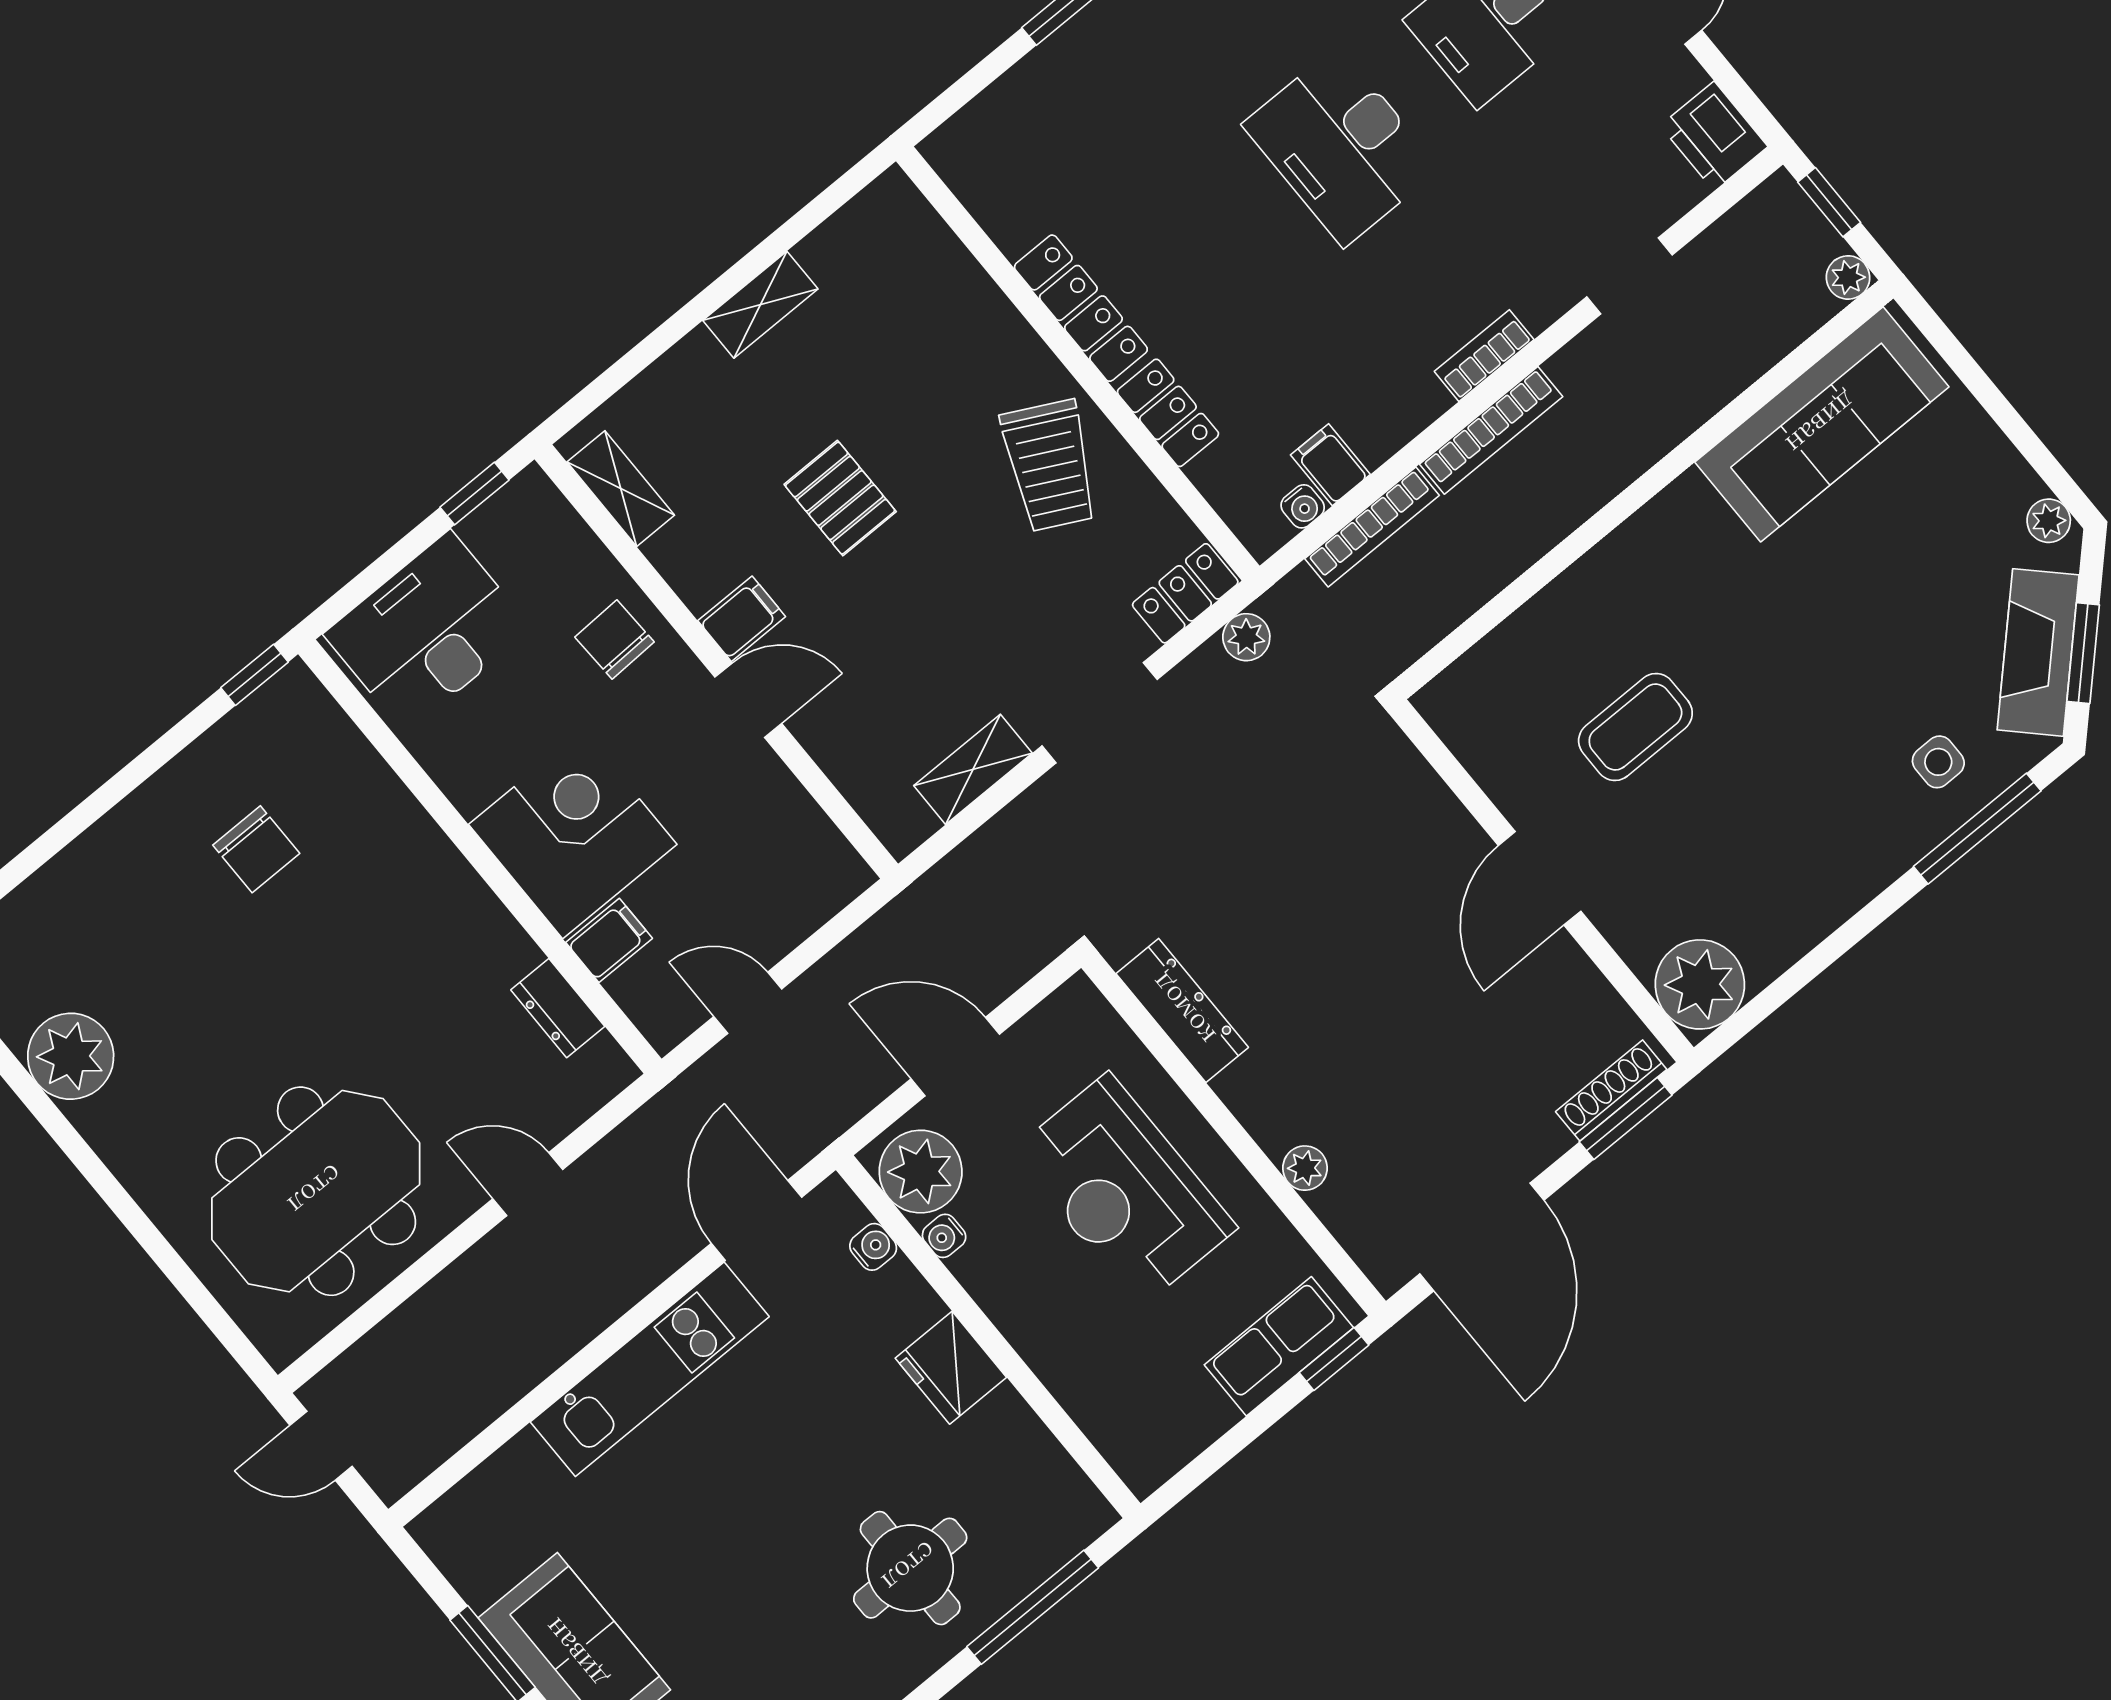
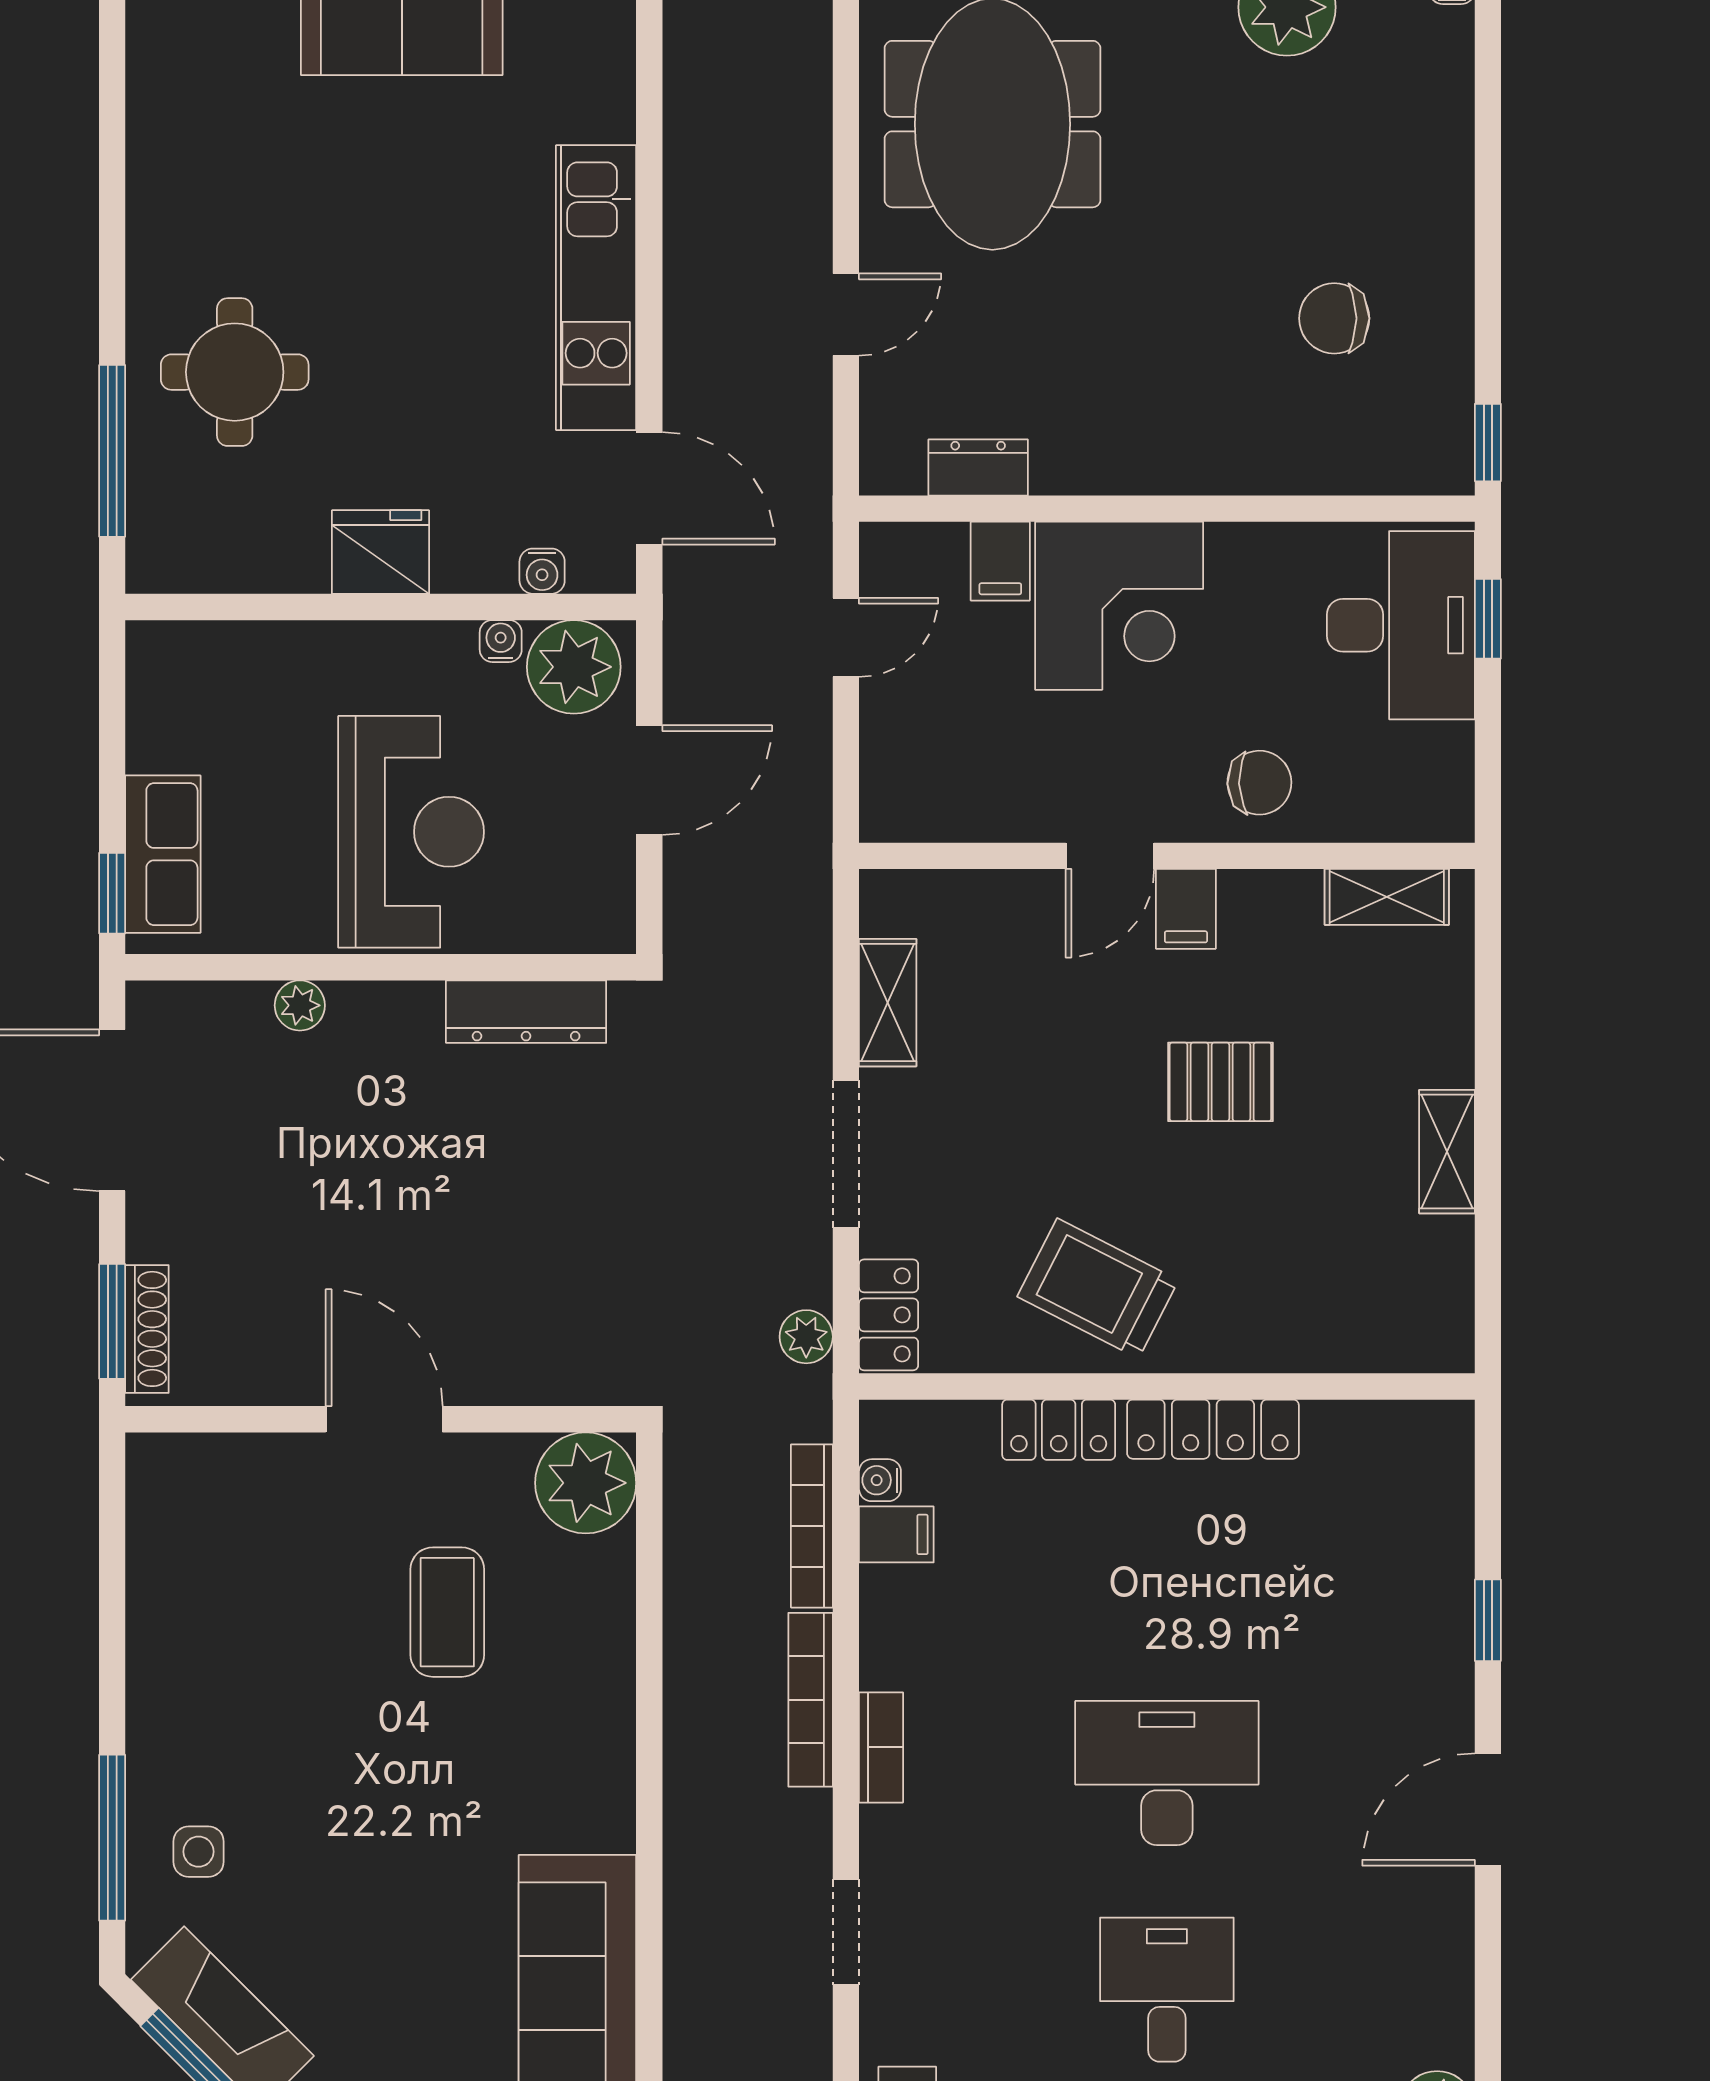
window: (474, 494) -> (1488, 619), moved
plant: (1700, 984) -> (586, 1483), moved
reception desk: (1124, 1190) -> (411, 832), turned 90

